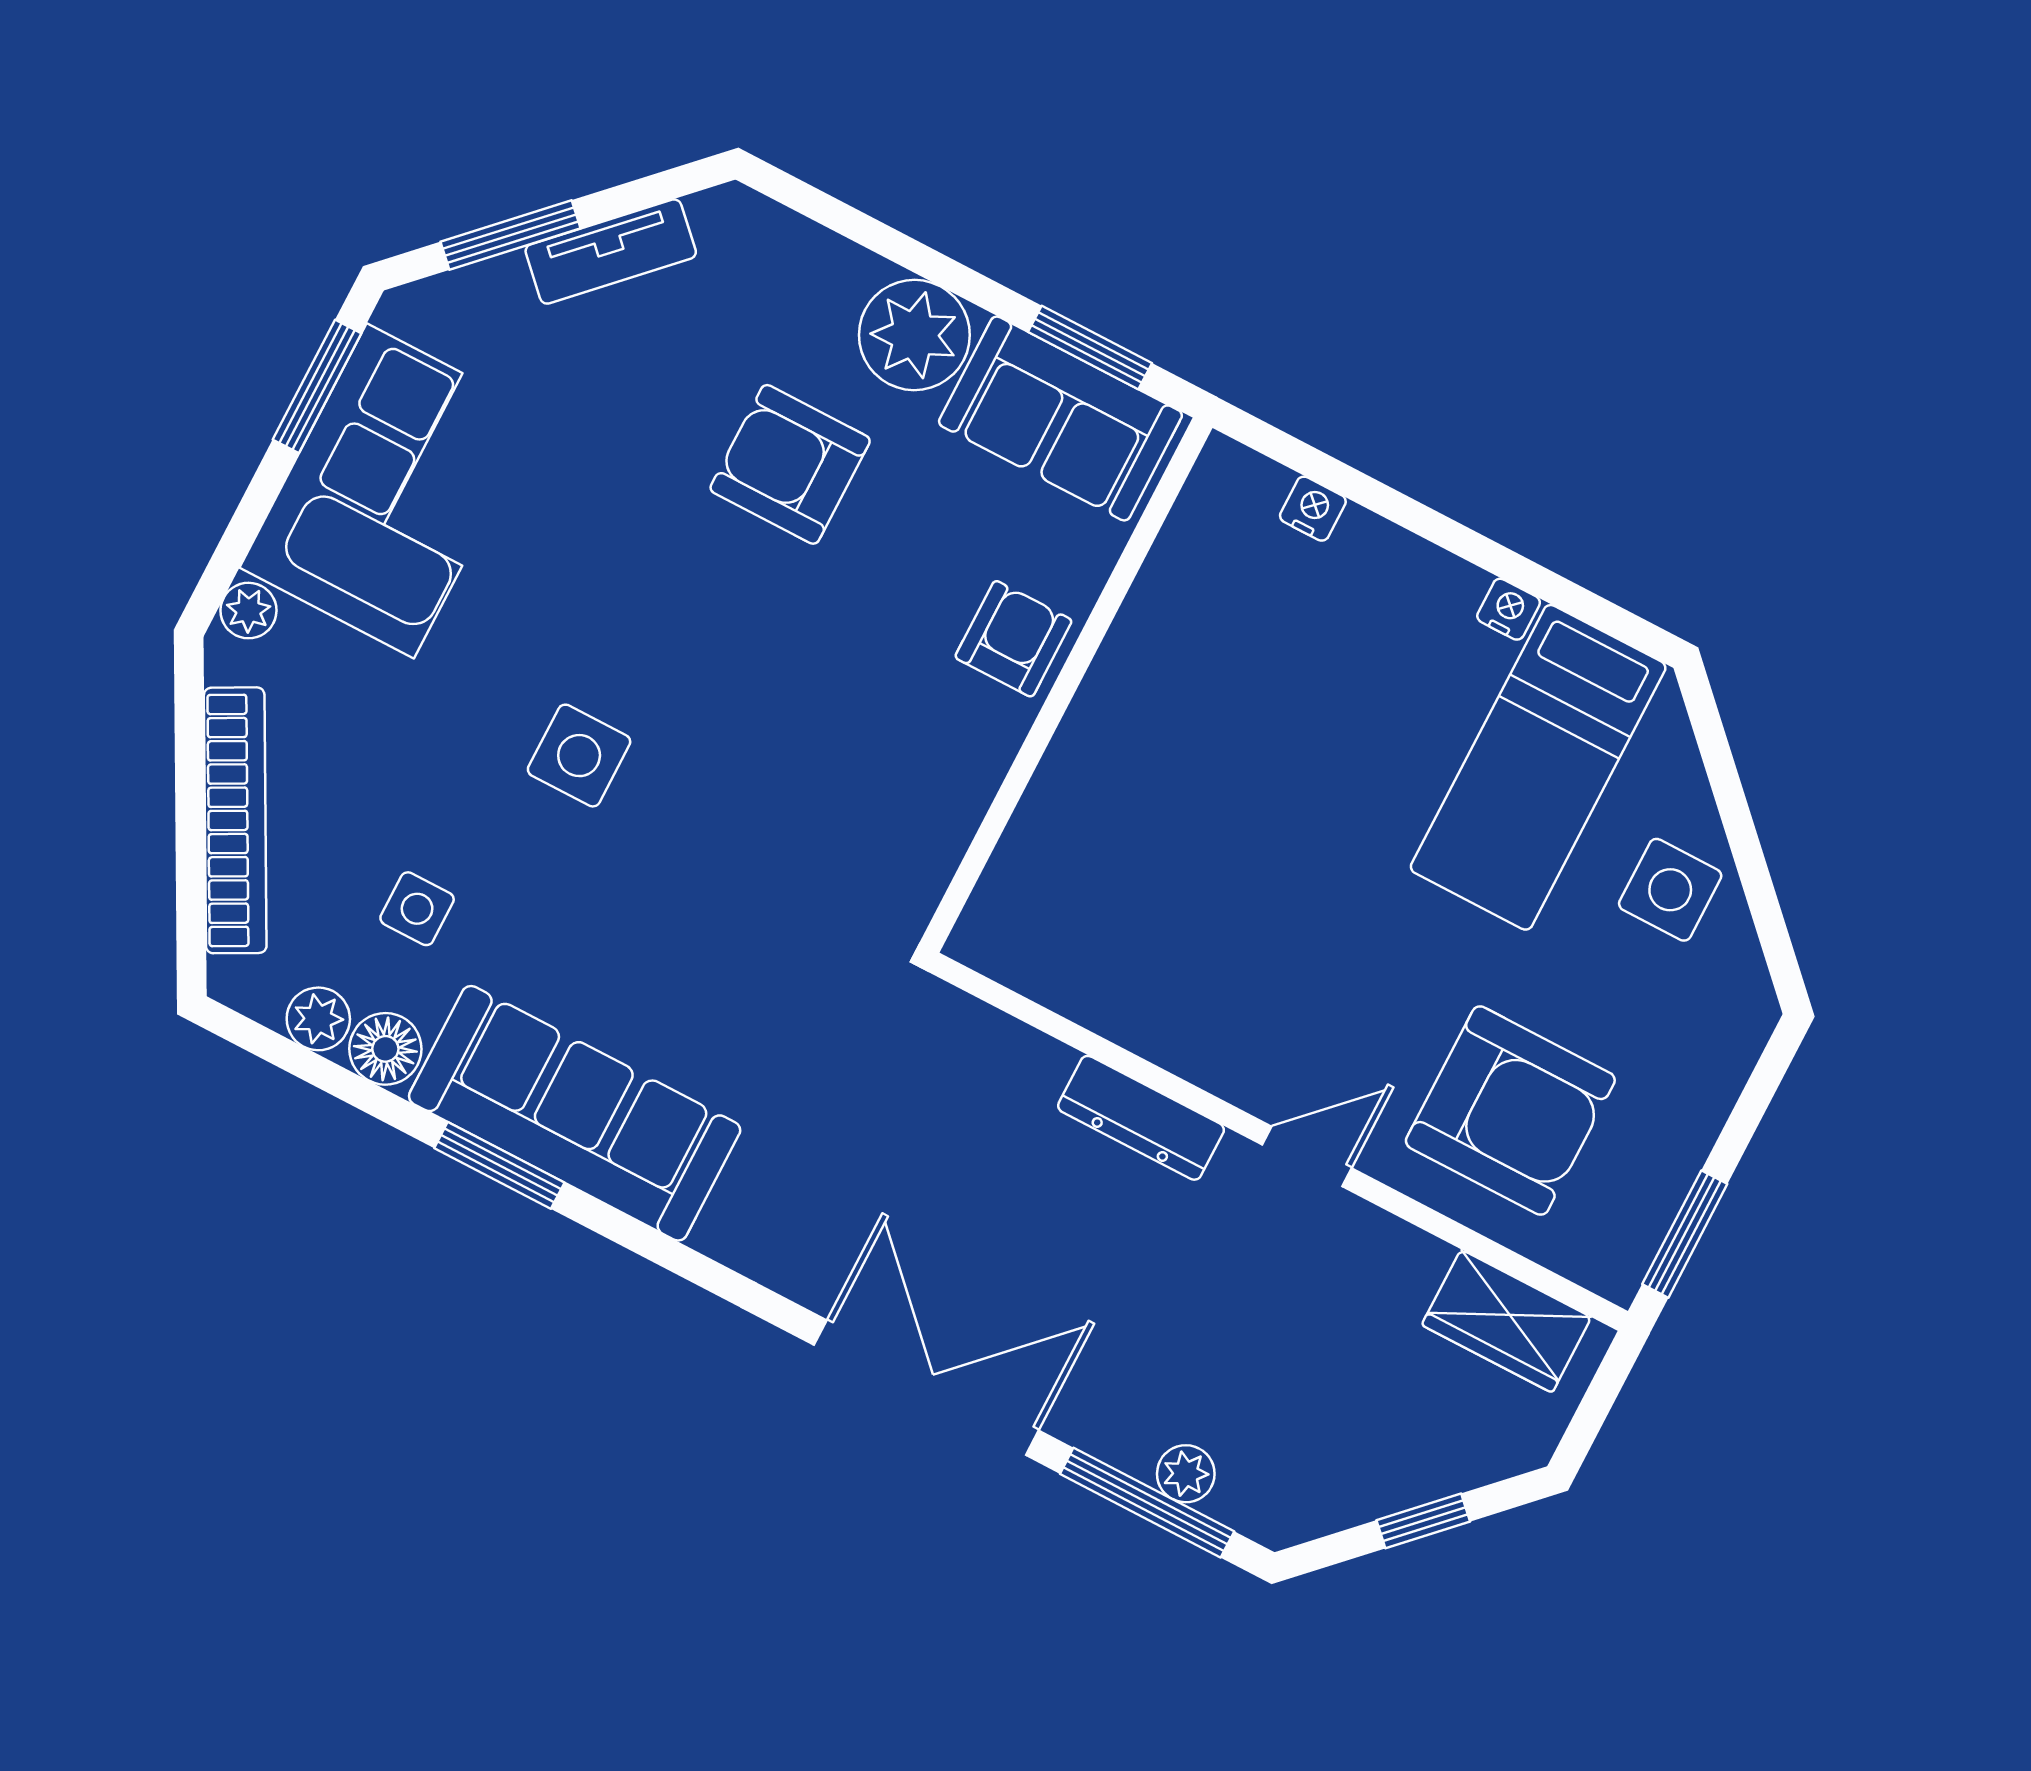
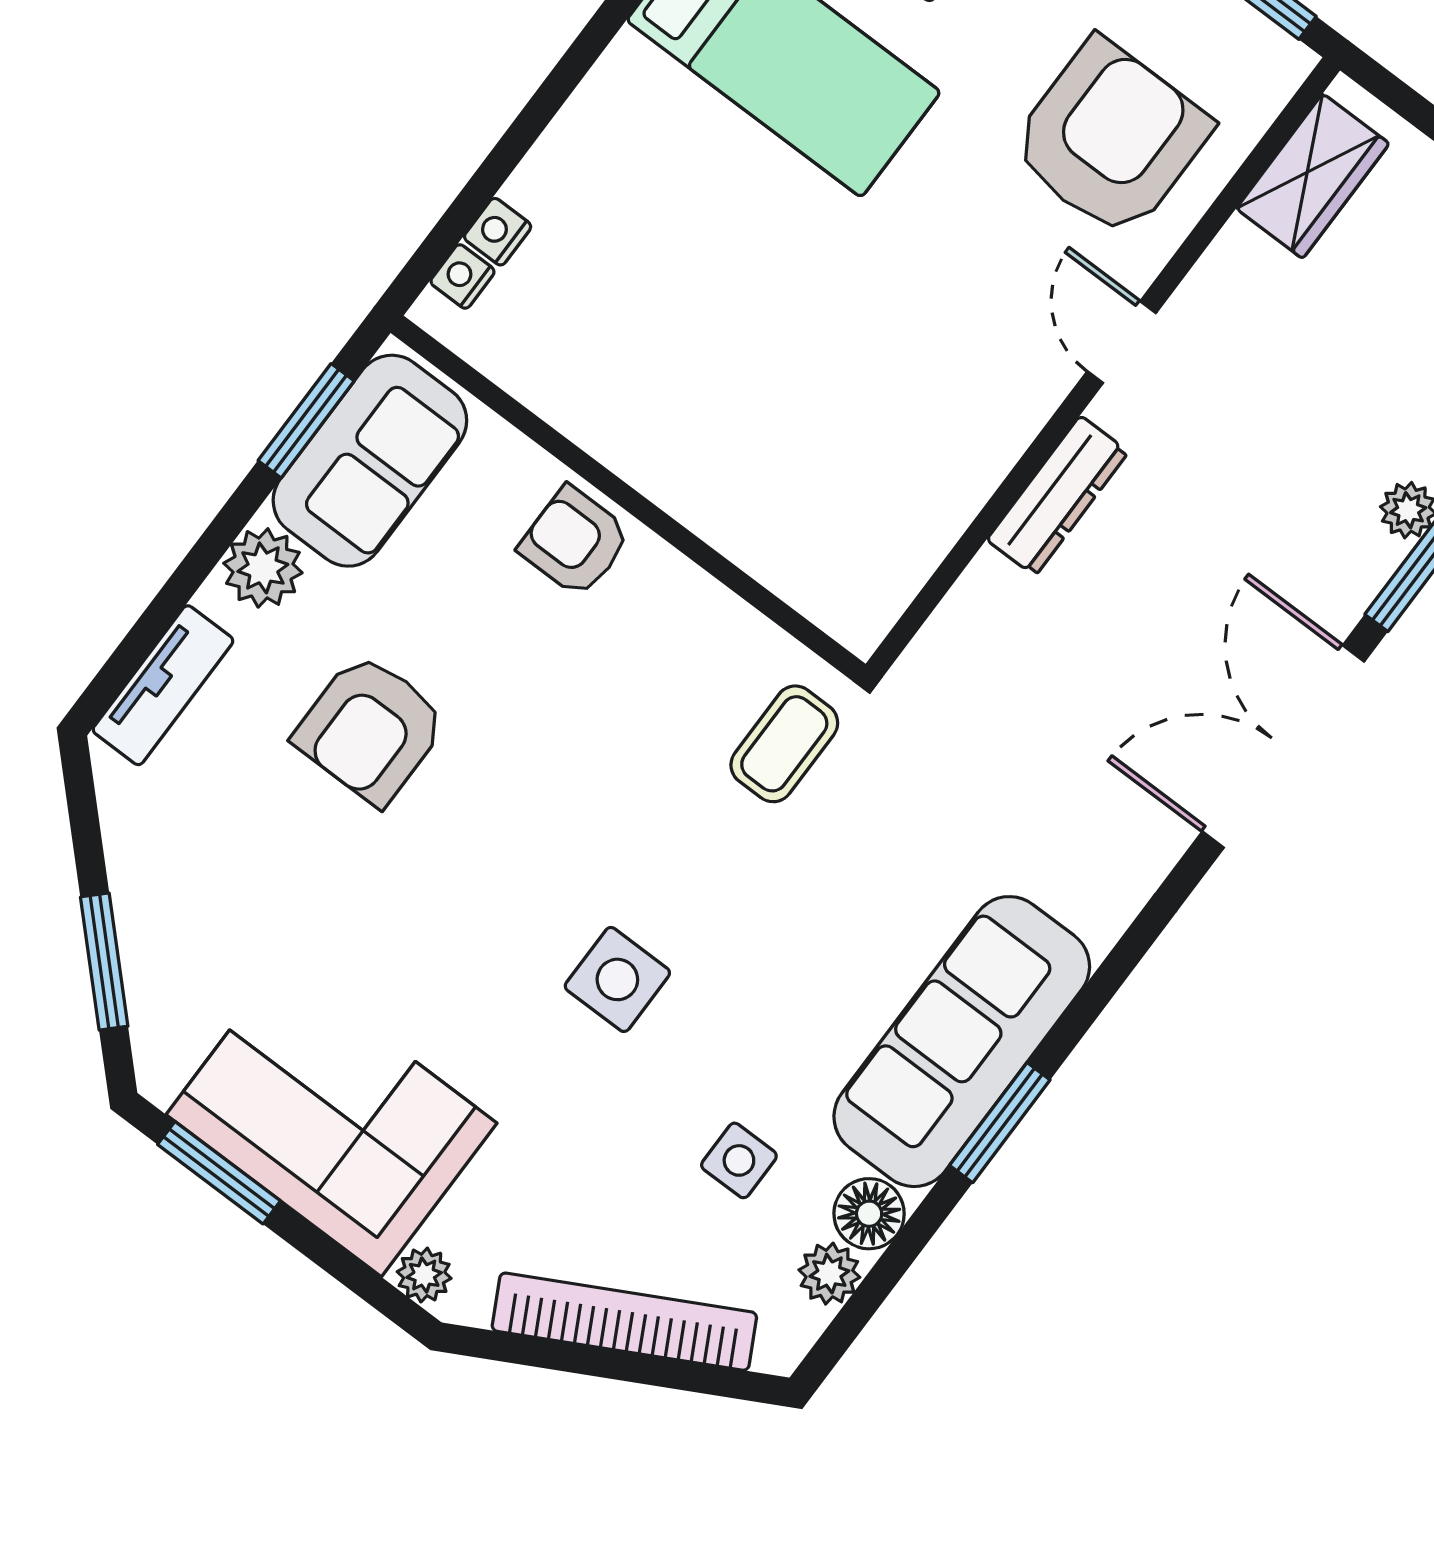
tv unit: (611, 252) -> (163, 685), moved, turned 45
plant: (914, 335) -> (263, 568), width x0.73, depth x0.73
nightstand: (1509, 609) -> (462, 276), moved
coffee table: (845, 884) -> (784, 744), added

